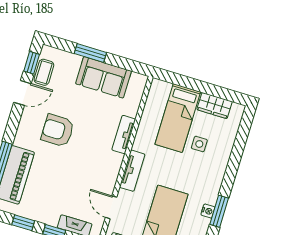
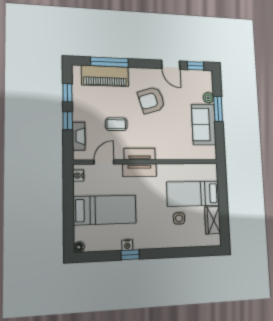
plant: (74, 61) -> (208, 98), added
coffee table: (44, 72) -> (116, 124), moved
armchair: (58, 130) -> (151, 100), turned -107
tv unit: (124, 135) -> (139, 154), moved
window: (219, 211) -> (130, 255), width x0.67

